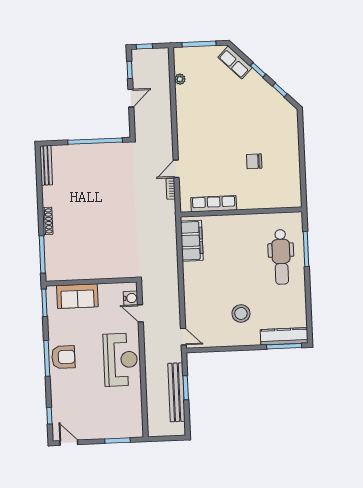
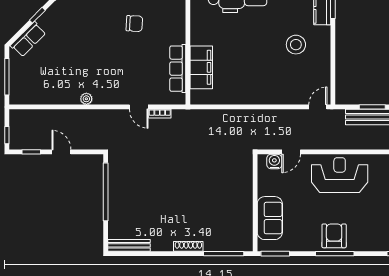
plant: (180, 79) -> (86, 99), moved
chair: (254, 161) -> (134, 24), turned -87
filing cabinet: (192, 241) -> (201, 67), moved, turned 90

